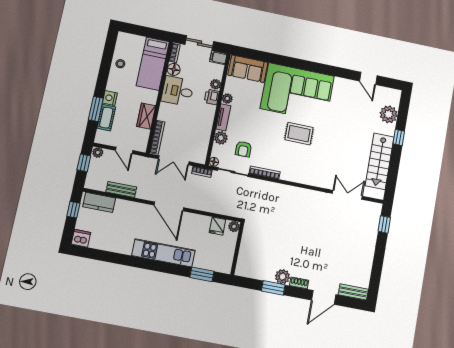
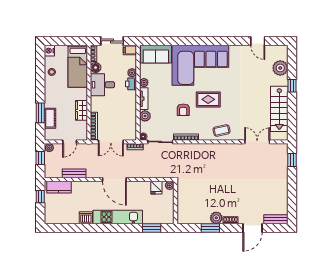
nightstand: (110, 98) -> (49, 51), moved
armchair: (243, 149) -> (183, 110), moved
door: (124, 150) -> (70, 142), hinge flipped
coffee table: (308, 173) -> (222, 130), added
dishwasher: (81, 238) -> (86, 218), moved

